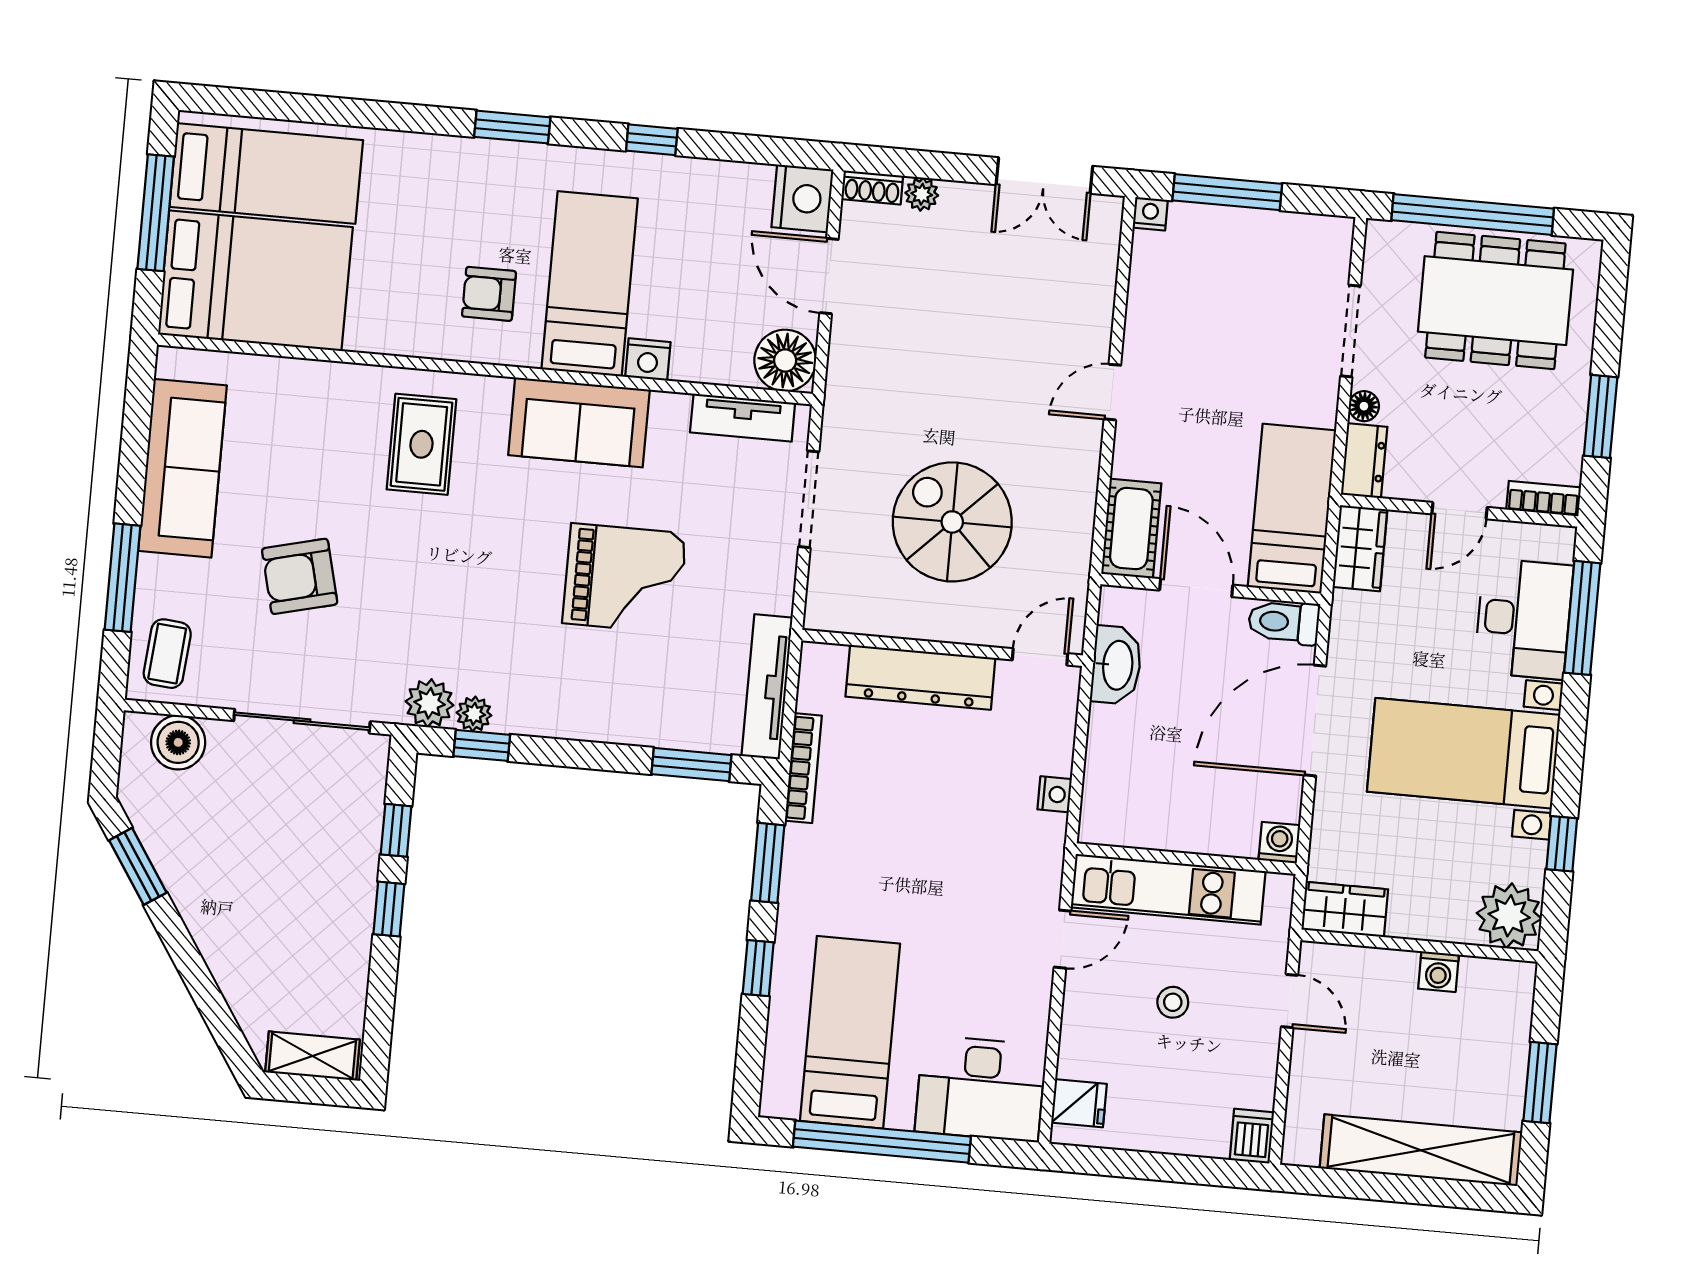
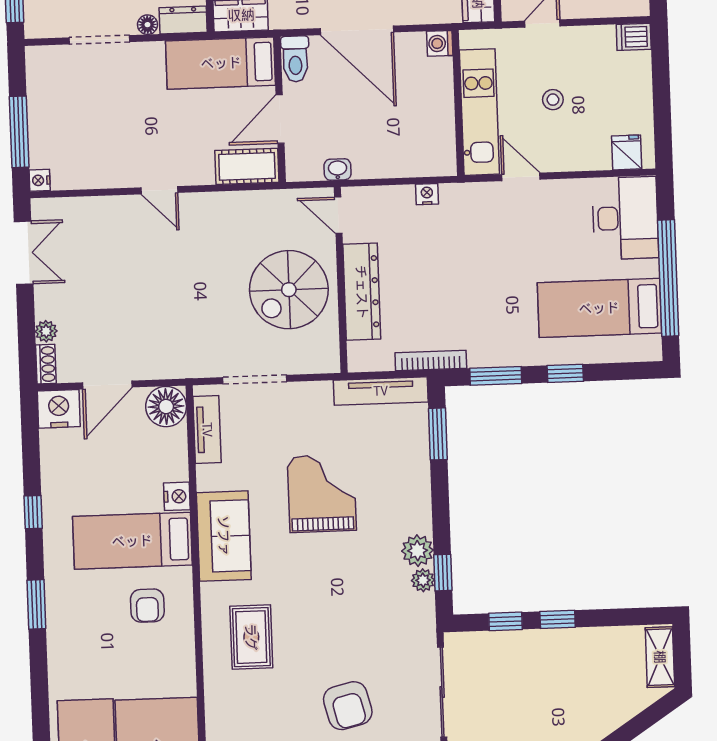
rug: (422, 444) -> (251, 637), turned 90
spiral stairs: (952, 522) -> (289, 290), moved
washbasin: (1116, 665) -> (338, 169), width x0.52, depth x0.69
plant: (430, 703) -> (418, 551), moved

